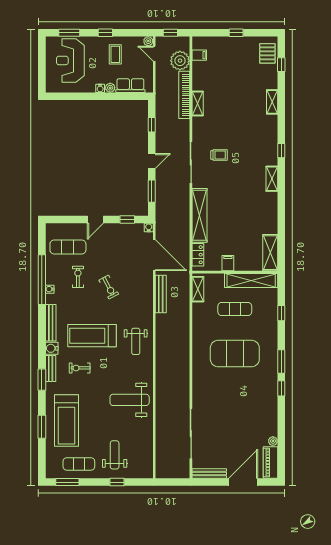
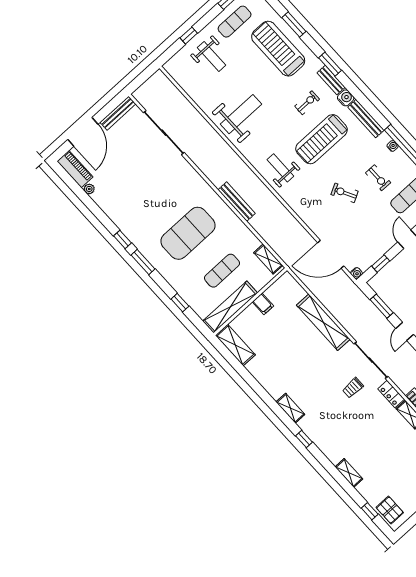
locker: (198, 255) -> (391, 394), moved
bench: (161, 294) -> (237, 202), moved
treadmill: (92, 336) -> (321, 139), turned 180

